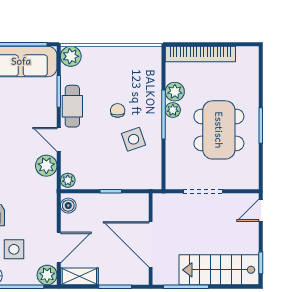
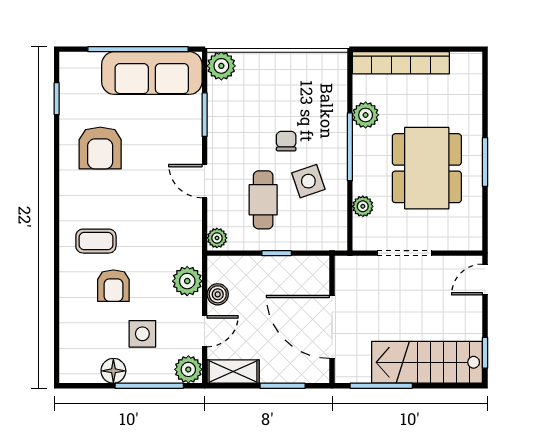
cafe table: (72, 106) -> (263, 200), moved
plant: (173, 110) -> (363, 206), moved
plant: (46, 166) -> (187, 281), moved
boiler: (68, 206) -> (218, 294), moved
door: (59, 247) -> (205, 331), width x0.73

